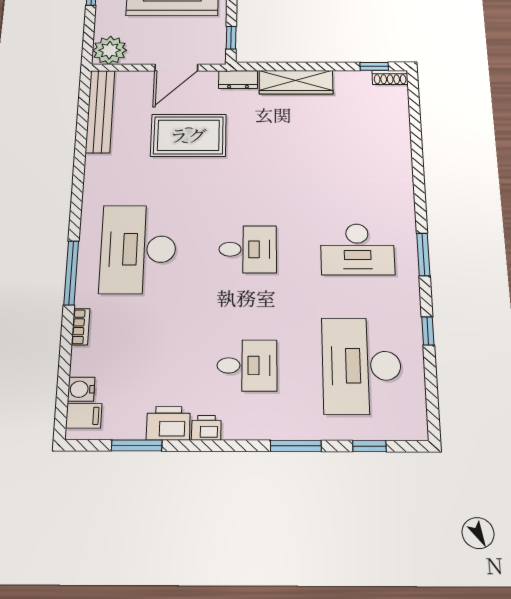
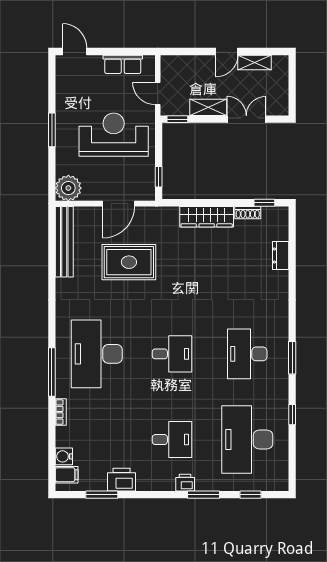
shoe rack: (390, 78) -> (248, 213), moved
dresser: (238, 80) -> (281, 256), moved, turned 90
desk: (357, 249) -> (247, 354), turned 90
printer: (206, 428) -> (185, 483), moved

